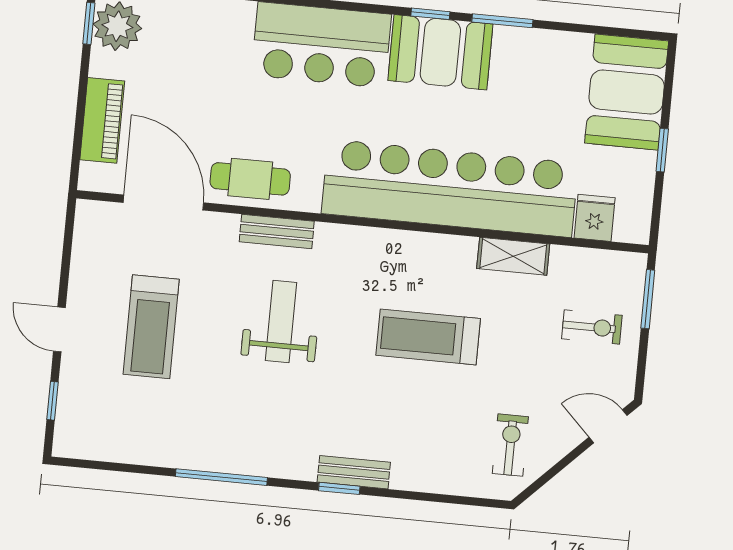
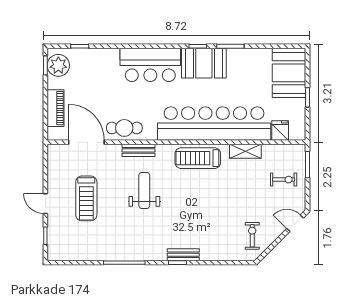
treadmill: (428, 337) -> (198, 158), moved

